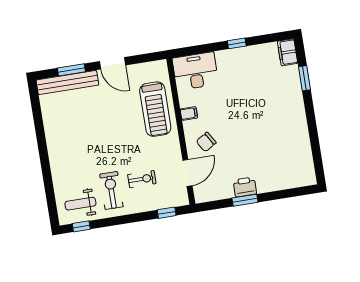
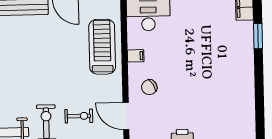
treadmill: (155, 109) -> (102, 47), turned 180
door: (187, 173) -> (126, 116), swing flipped

